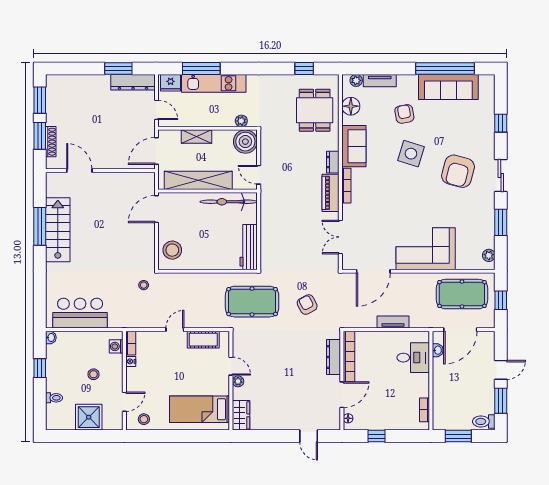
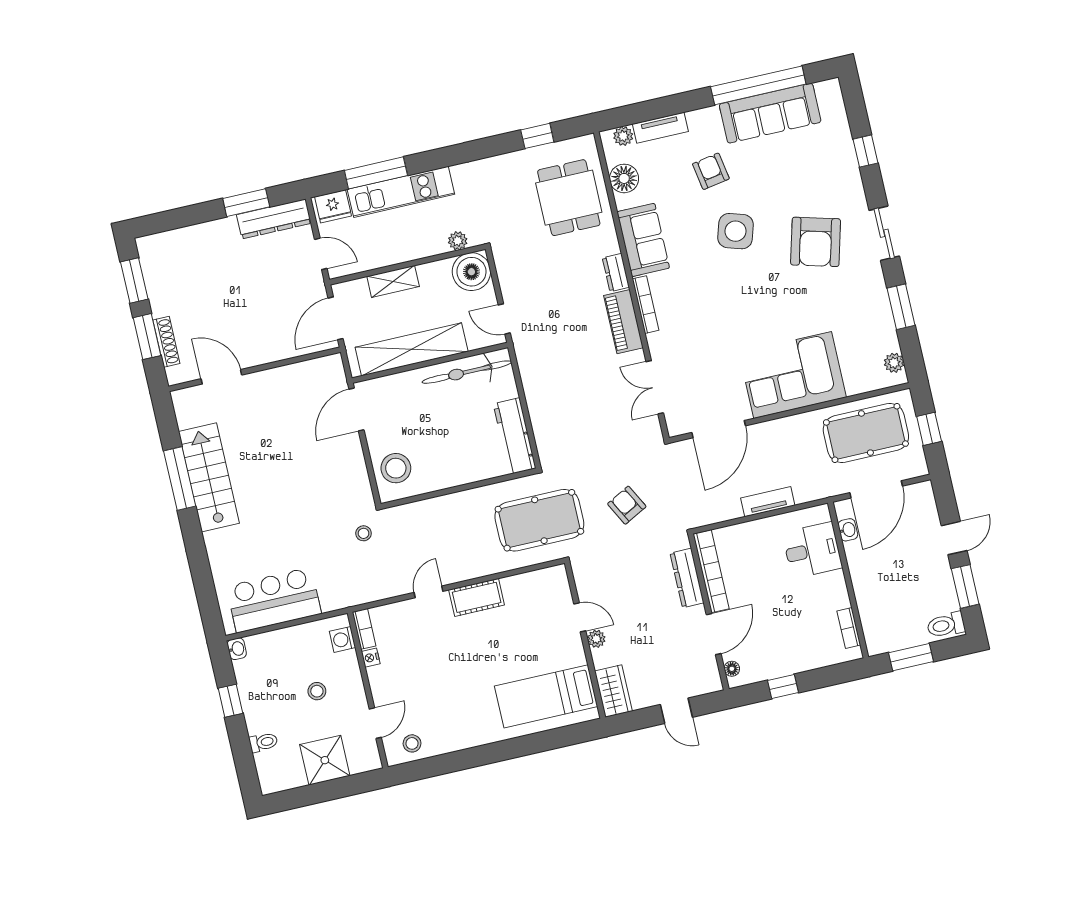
door: (231, 366) -> (580, 617), moved
wall: (231, 381) -> (585, 640), moved
plant: (238, 381) -> (596, 639), moved
bed: (200, 409) -> (546, 696), moved
wardrobe: (241, 415) -> (613, 691), moved

